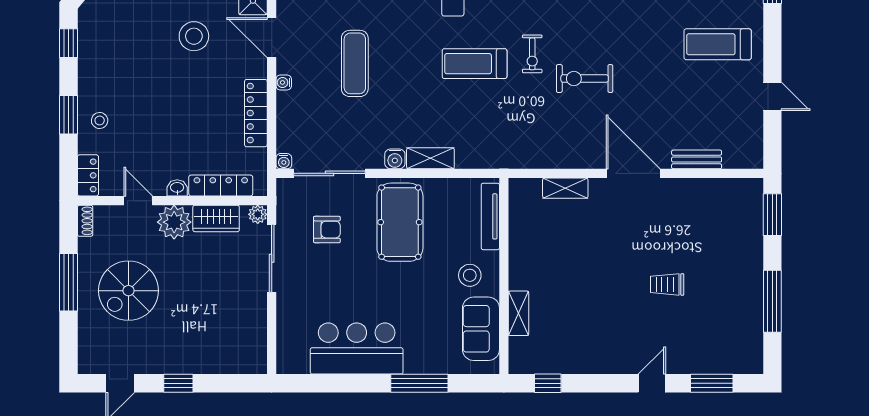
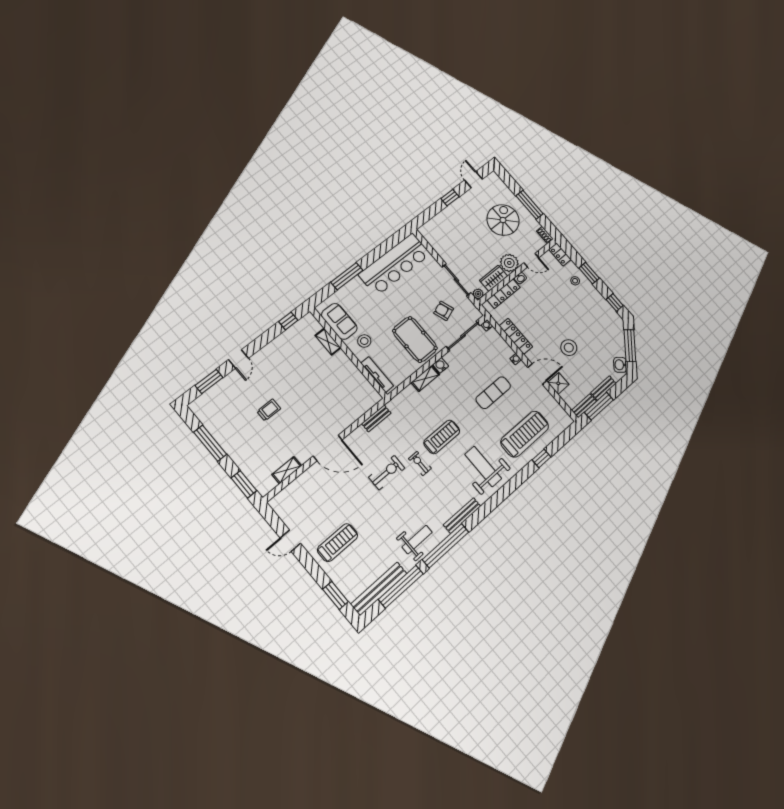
exercise mat: (355, 63) -> (493, 393), turned 90
bench: (697, 159) -> (376, 418), moved
shelving: (565, 188) -> (287, 470), moved
armchair: (327, 230) -> (444, 311), turned 70
bar counter: (357, 349) -> (395, 264), width x1.36

